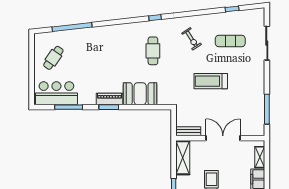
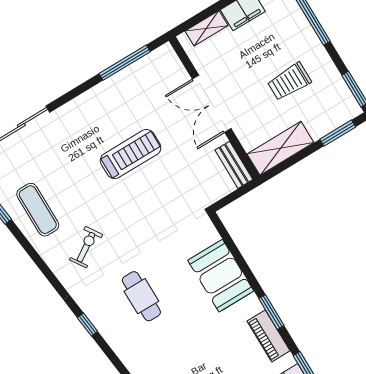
exercise mat: (230, 41) -> (38, 210), moved
cafe table: (153, 51) -> (141, 296), turned 90
treadmill: (211, 81) -> (131, 154), moved, turned -90
piano: (109, 99) -> (269, 336), moved

